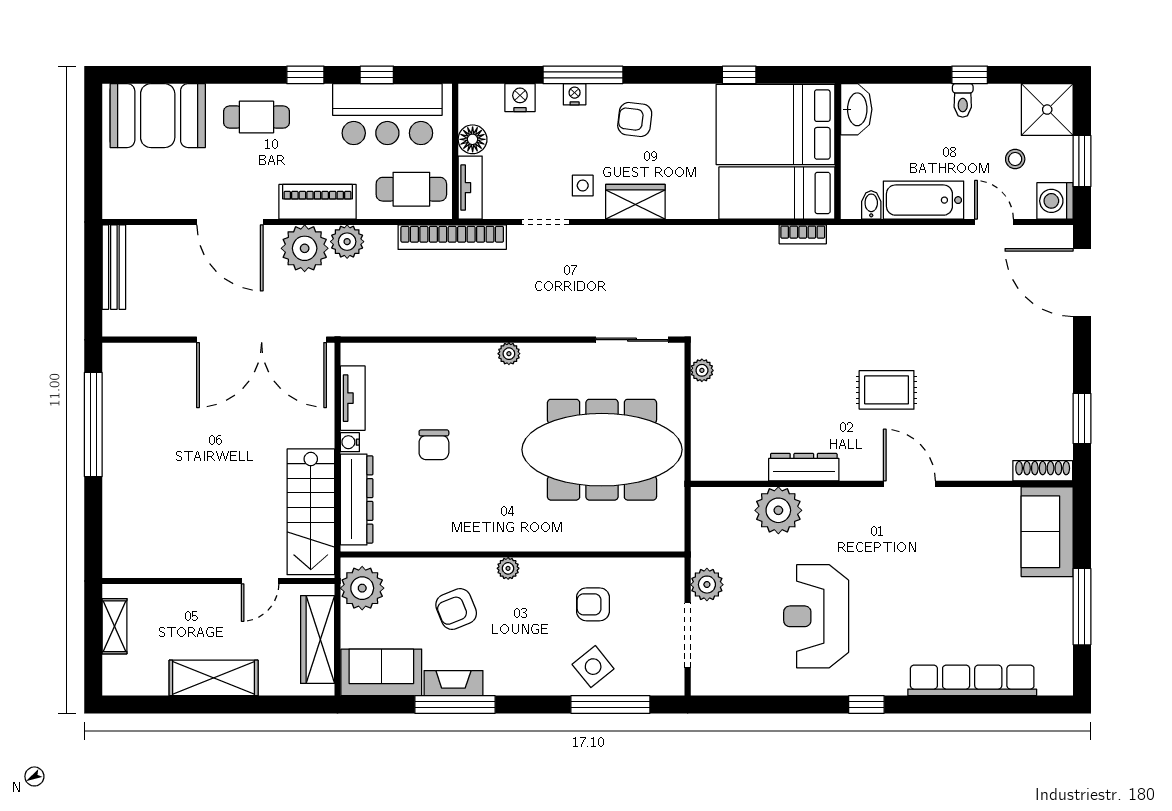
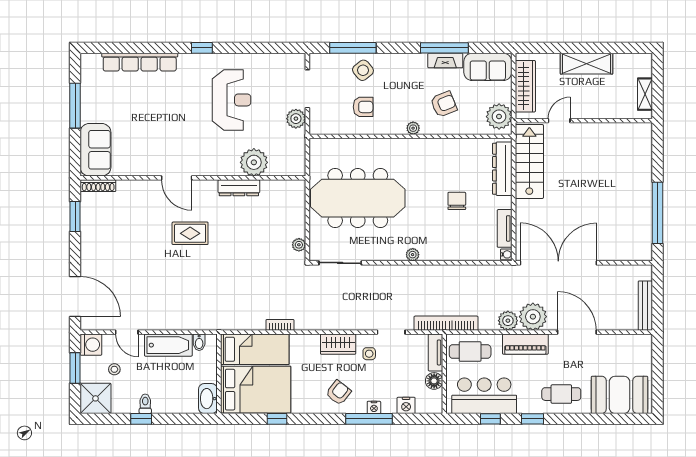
armchair: (635, 120) -> (338, 393), turned -59
bookcase: (803, 234) -> (280, 325), moved
water cooler: (350, 442) -> (506, 254), moved

